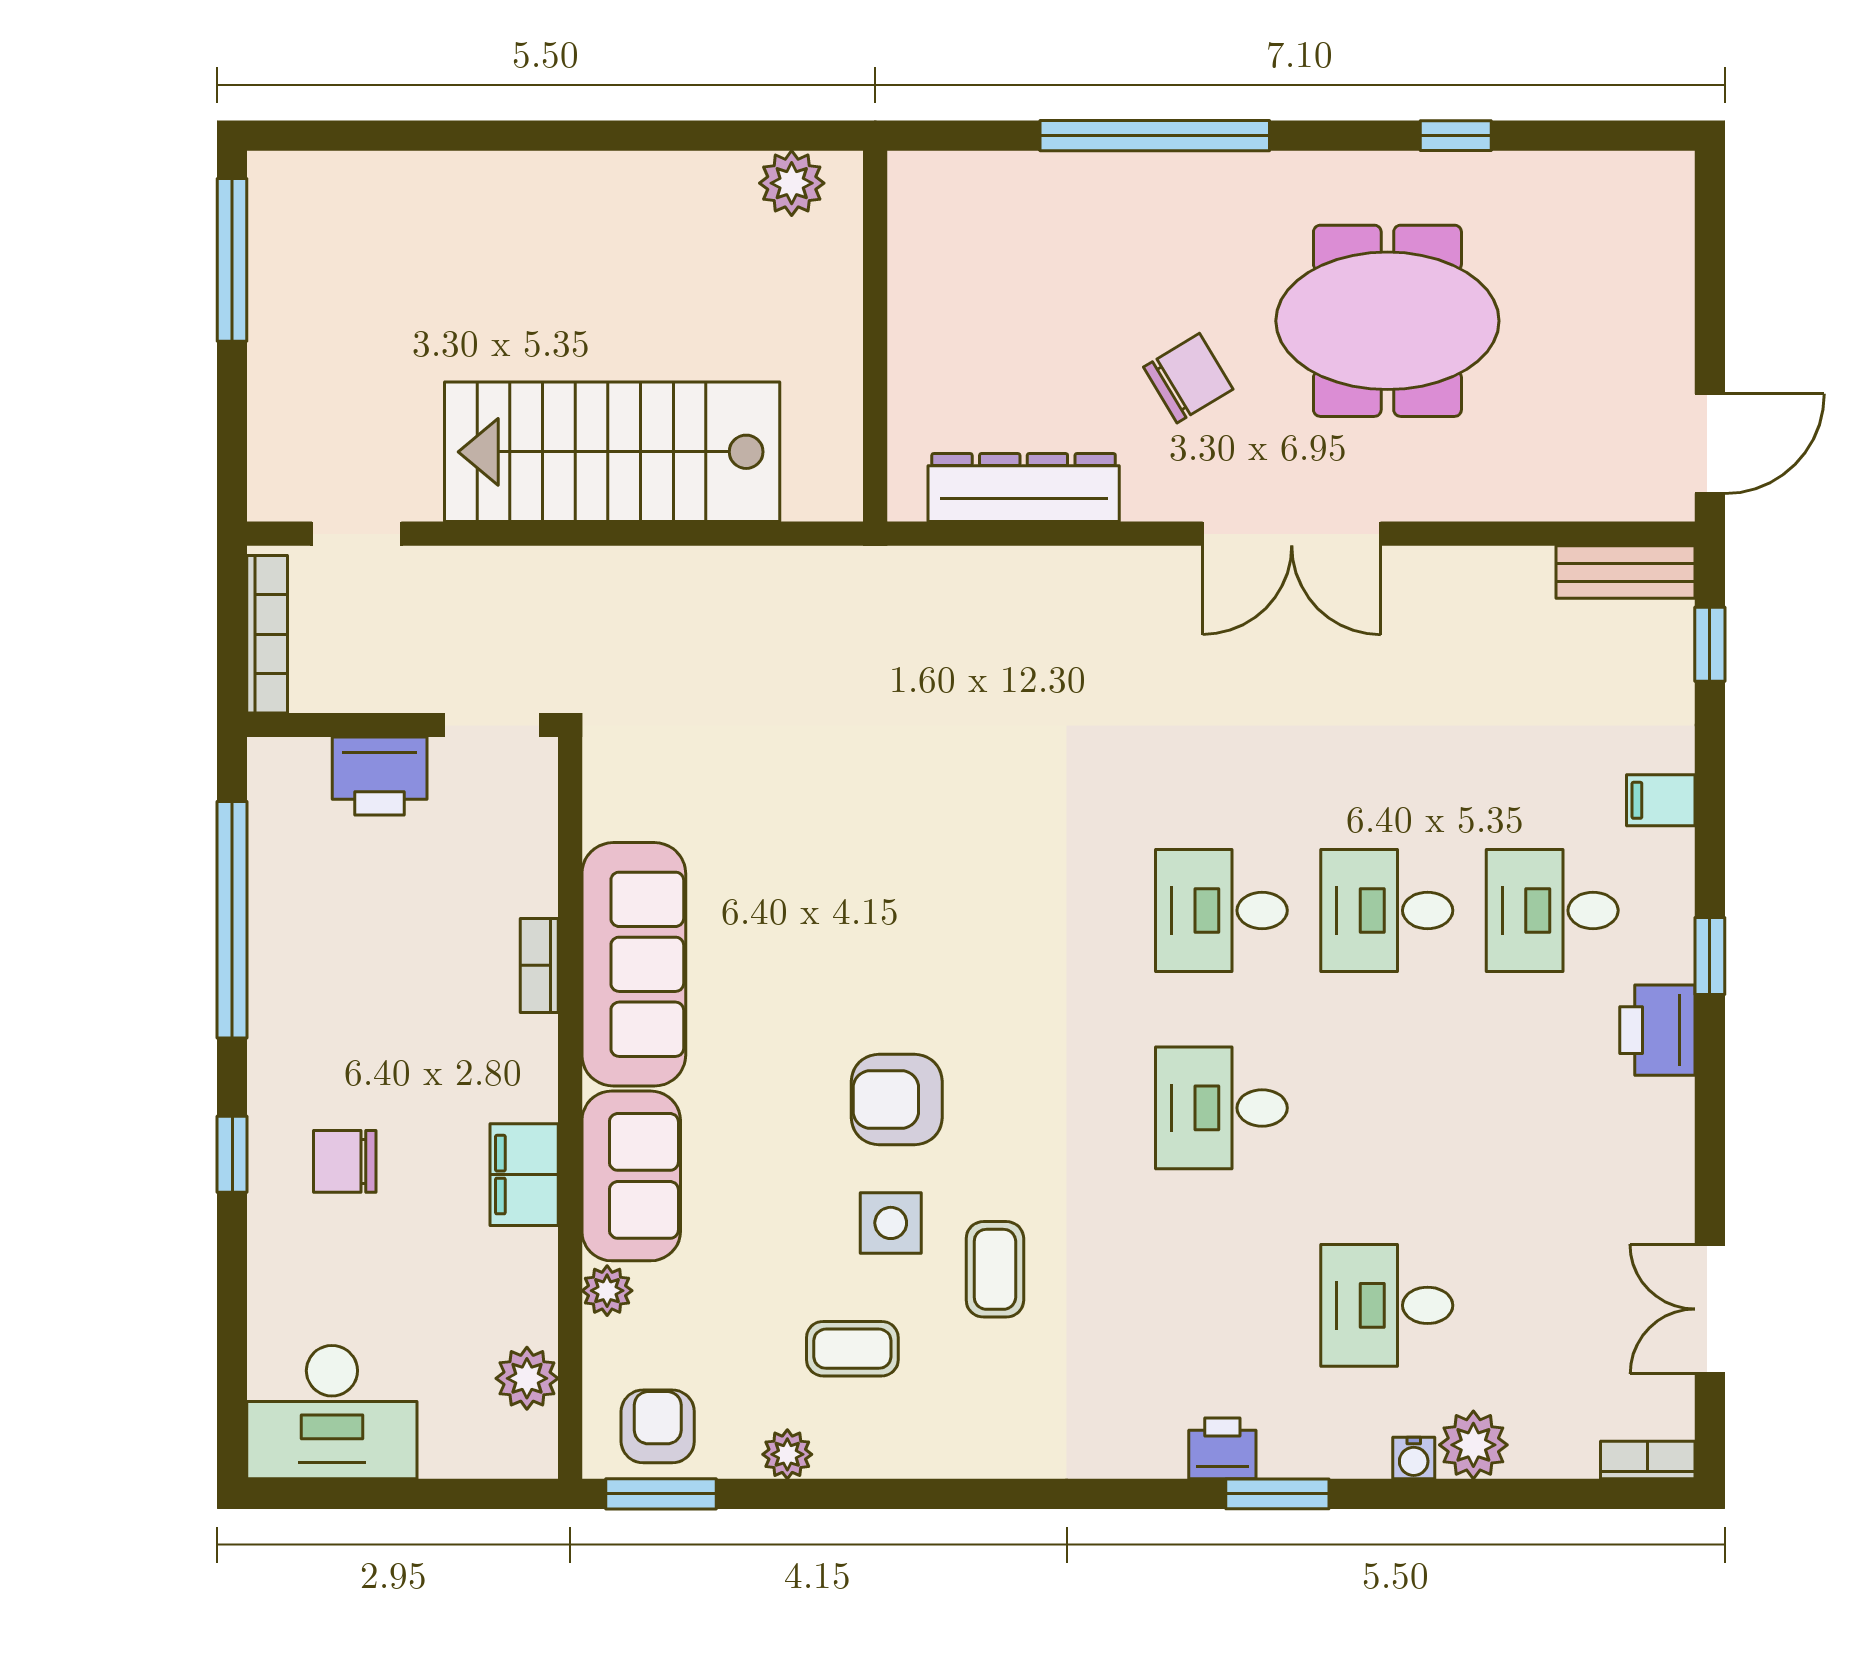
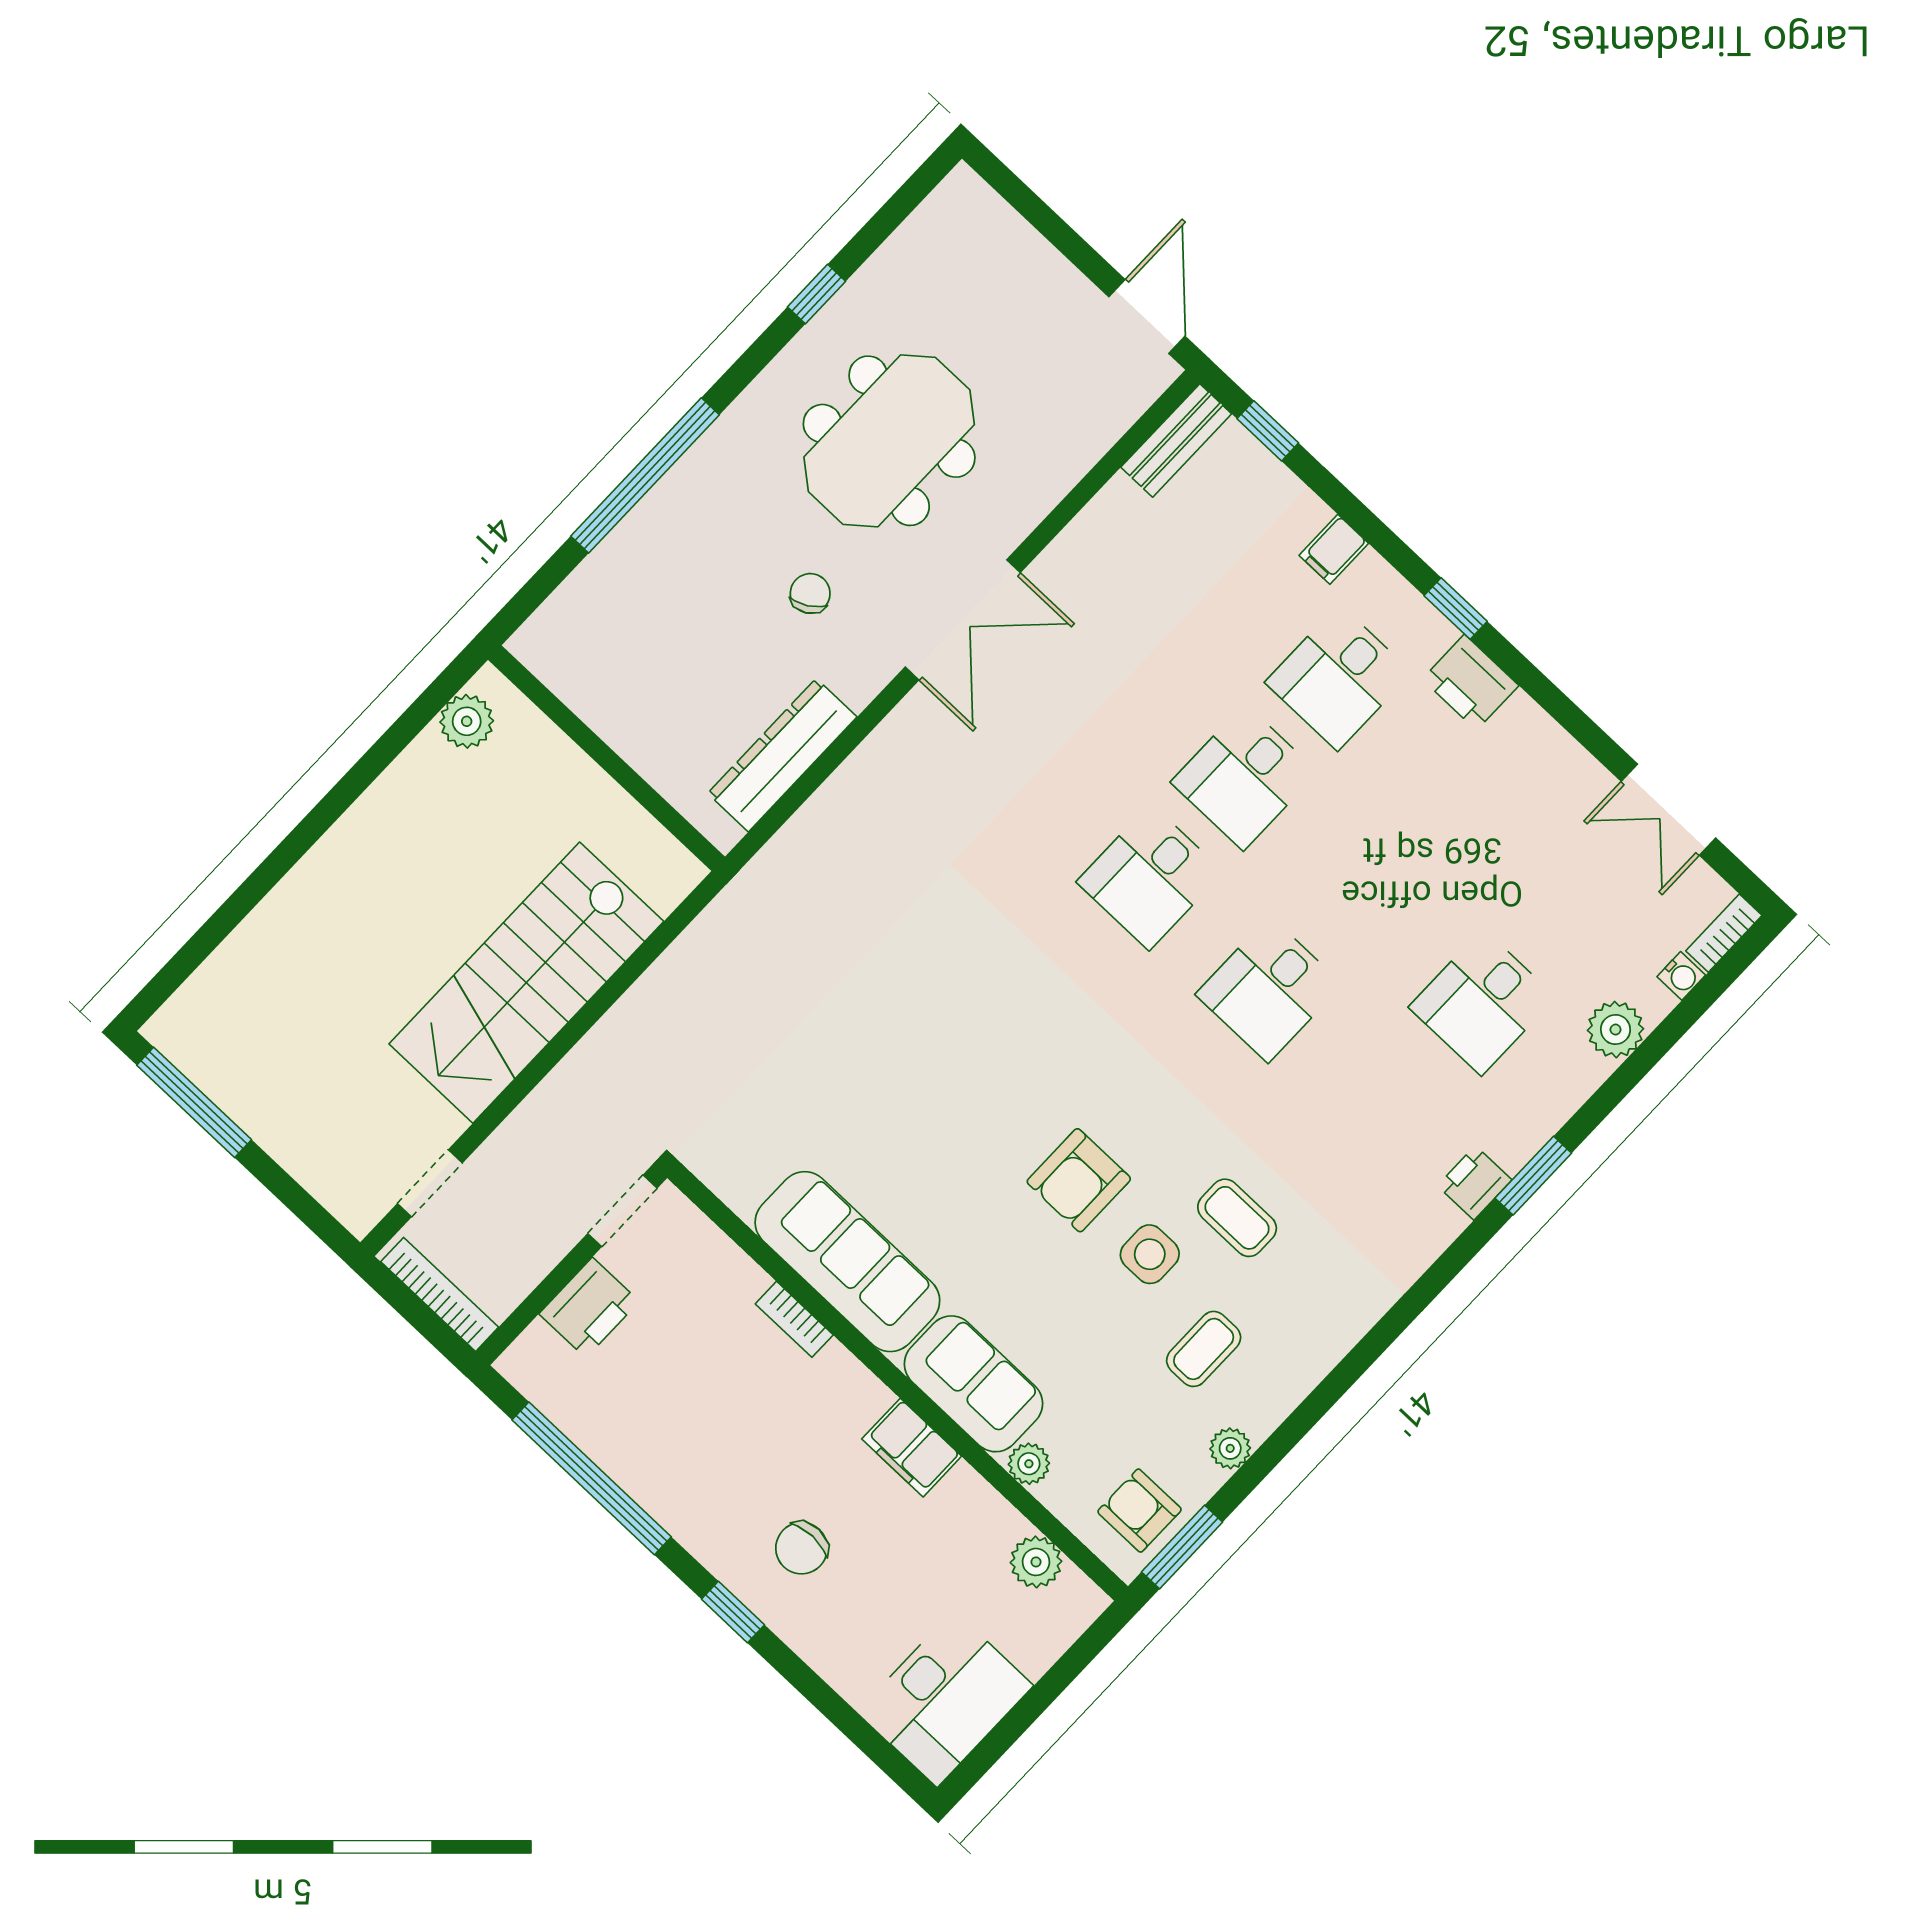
chair: (1188, 378) -> (810, 593), width x0.73, depth x0.73
water cooler: (1414, 1458) -> (1681, 976), moved

